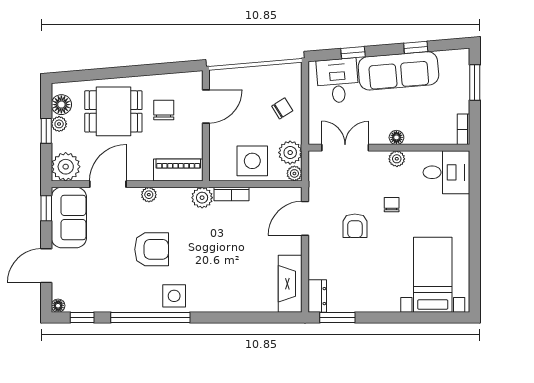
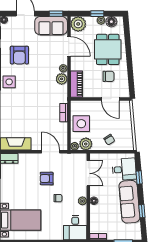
plant: (202, 198) -> (62, 79), moved
armchair: (152, 249) -> (19, 55), moved

